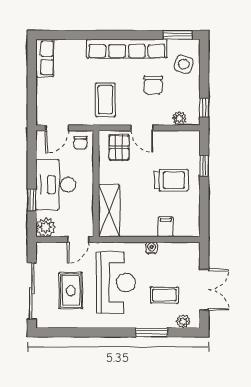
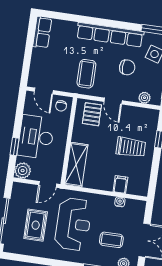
chair: (153, 85) -> (127, 67), turned -90
door: (57, 128) -> (44, 91), hinge flipped
water cooler: (152, 248) -> (120, 202), moved

